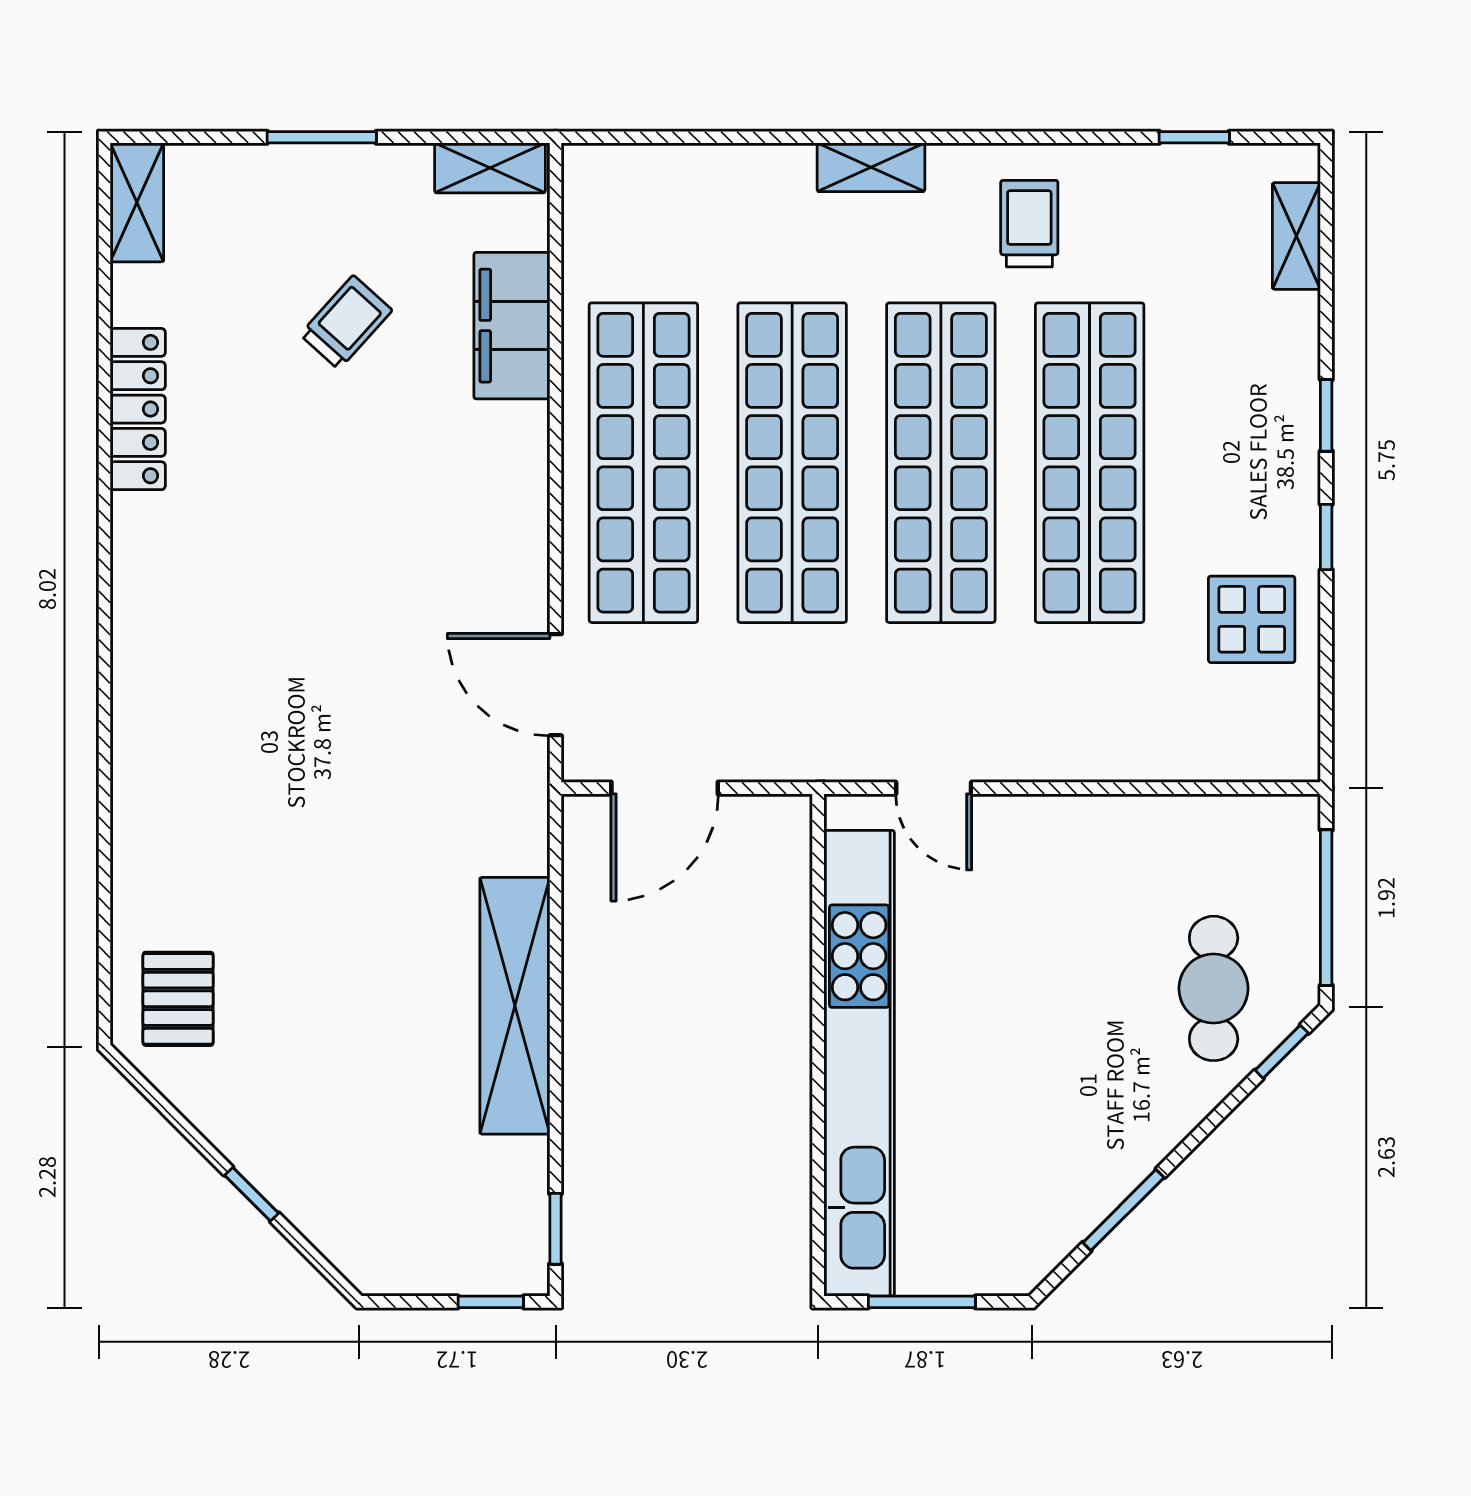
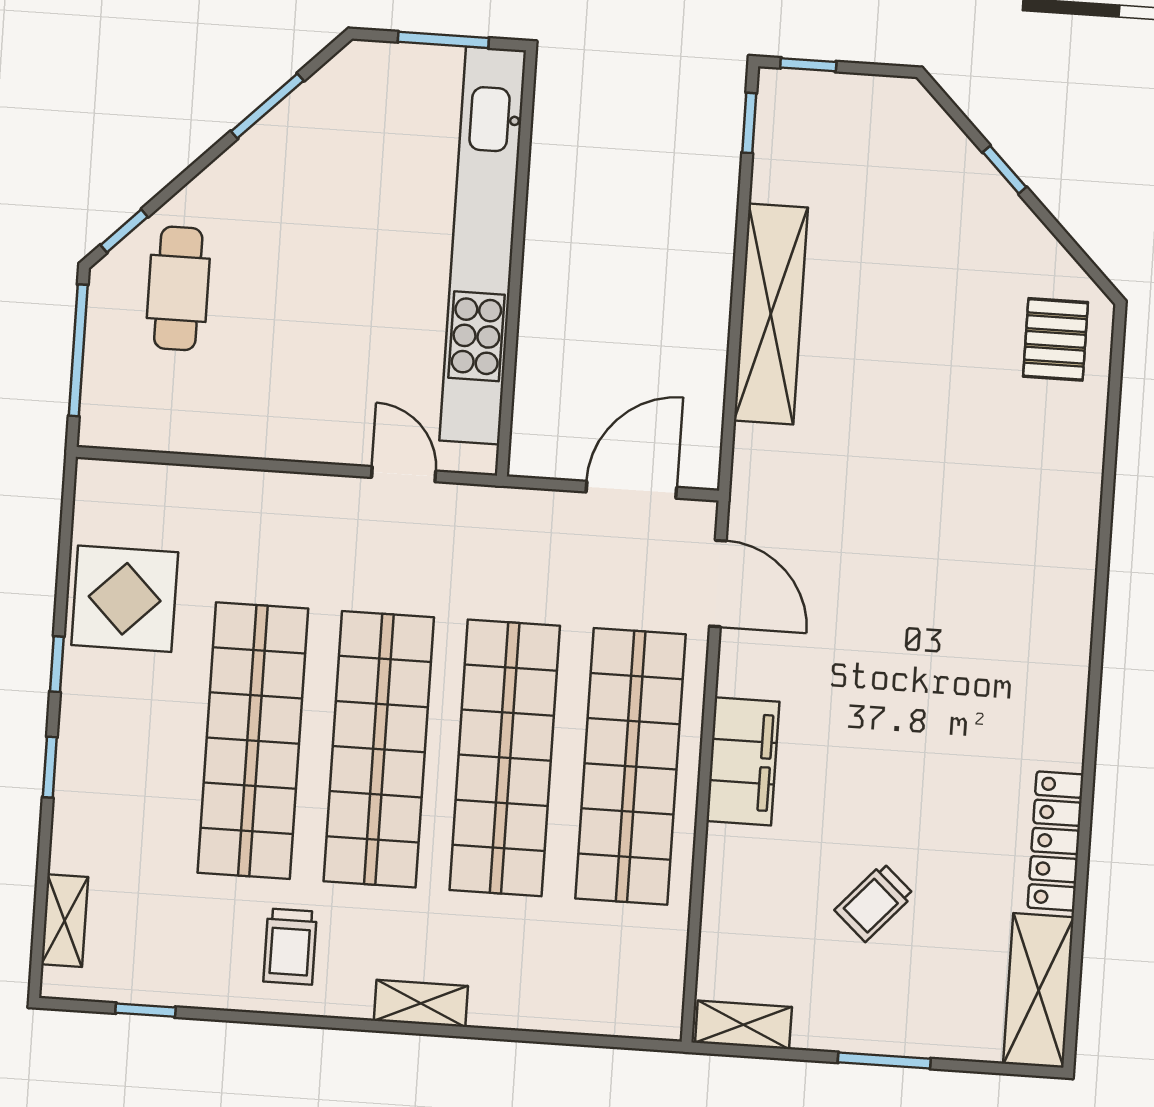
shelving: (137, 202) -> (1039, 990), width x1.50, depth x1.33
filing cabinet: (512, 326) -> (743, 761), moved
display table: (1252, 619) -> (125, 599), width x1.36, depth x1.36

